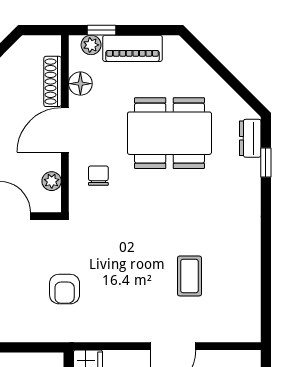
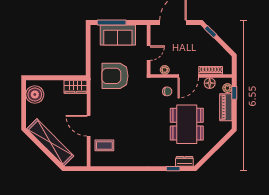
door: (65, 130) -> (188, 76), swing flipped
coffee table: (189, 276) -> (104, 145), moved
armchair: (65, 289) -> (115, 76), width x1.88, depth x1.88

